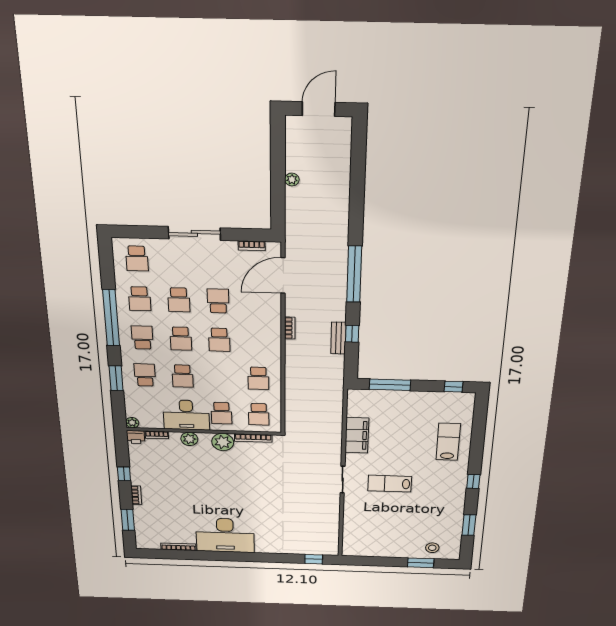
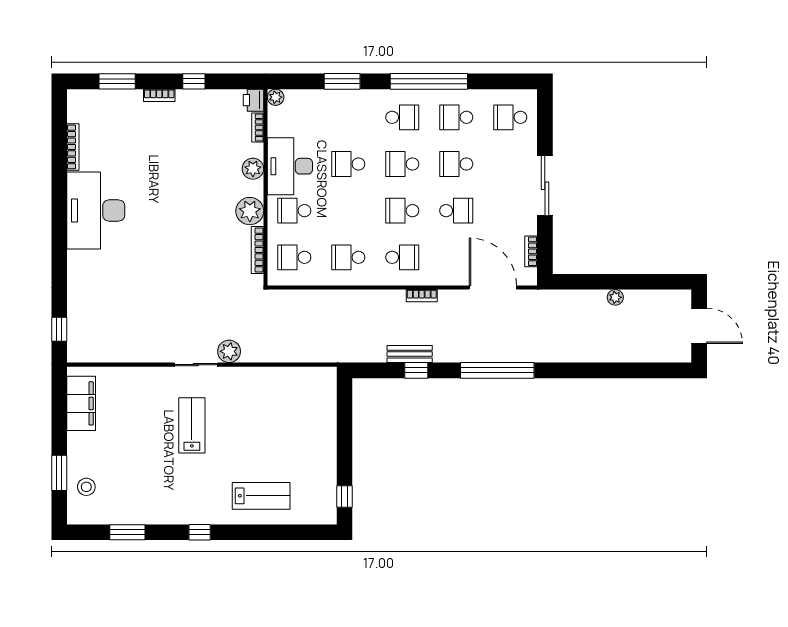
school desk: (145, 375) -> (402, 257), moved
window: (390, 385) -> (344, 419), removed
filing cabinet: (357, 435) -> (81, 403), moved, turned -90
plant: (333, 459) -> (229, 351), added

